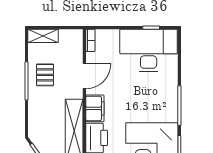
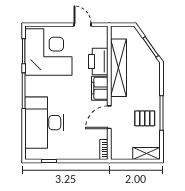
desk: (149, 50) -> (44, 123), moved, turned 90
pallet: (45, 75) -> (145, 118), turned 90

